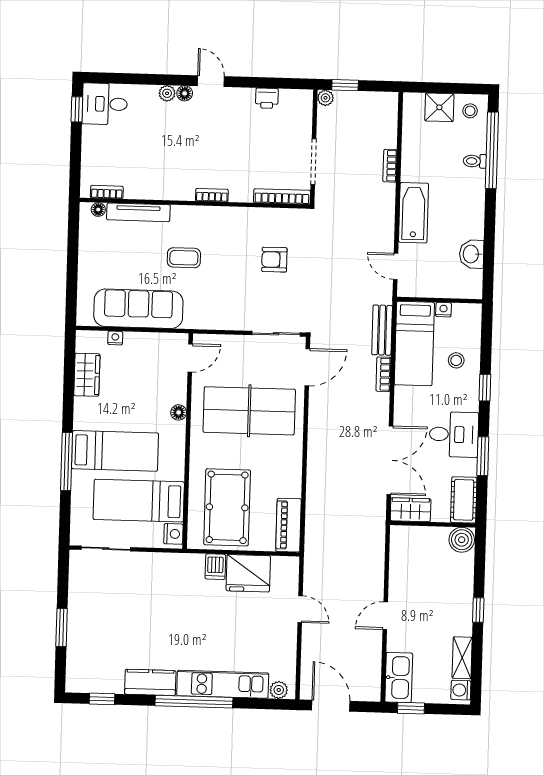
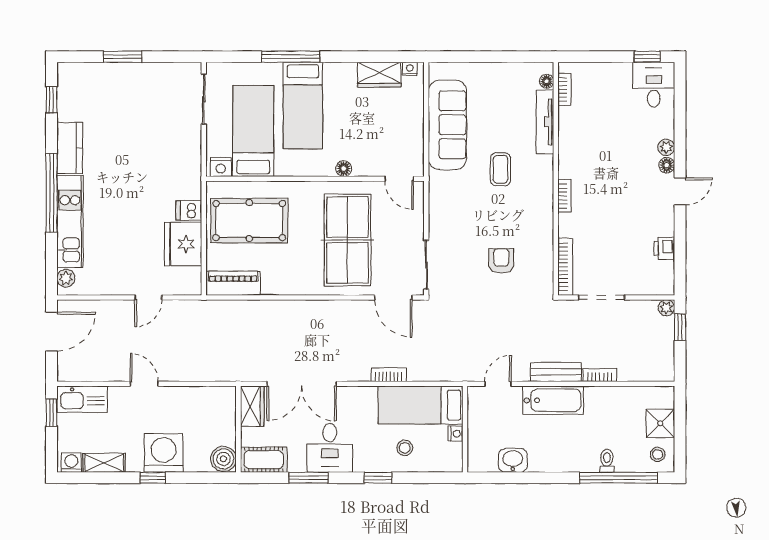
bench: (382, 330) -> (556, 372), moved
nightstand: (115, 338) -> (410, 69), moved, turned -90
washing machine: (454, 599) -> (164, 453), added

